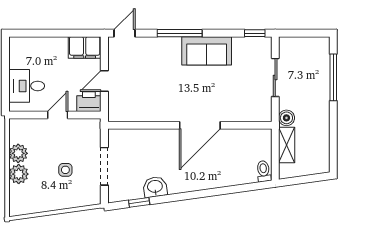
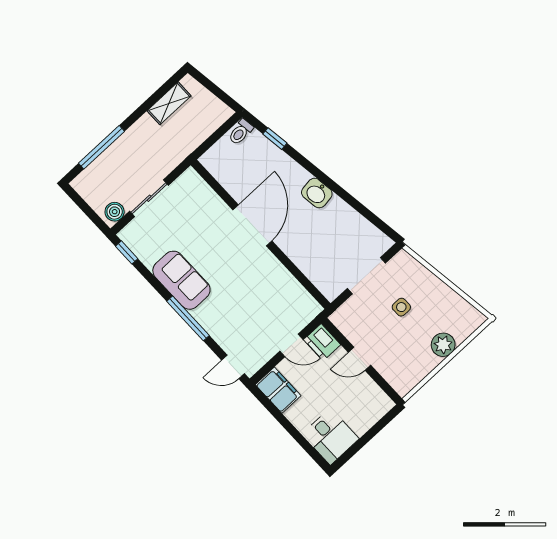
desk: (27, 86) -> (330, 437), moved
boiler: (286, 118) -> (115, 212), moved
door: (200, 125) -> (252, 225), hinge flipped
shelving: (287, 145) -> (169, 103), moved
plant: (18, 153) -> (425, 362), removed
washbasin: (155, 187) -> (317, 193), moved
window: (139, 202) -> (275, 139), moved

